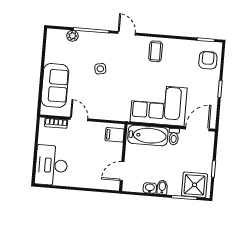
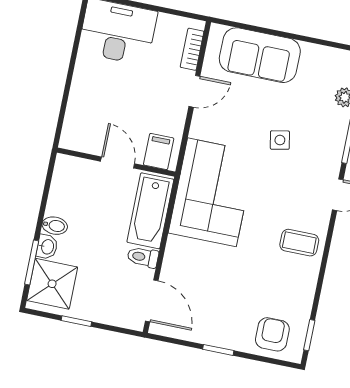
armchair: (208, 60) -> (272, 334), turned -90
corner sofa: (159, 105) -> (212, 192), moved
door: (122, 171) -> (118, 162), moved
washbasin: (150, 188) -> (47, 247), moved

